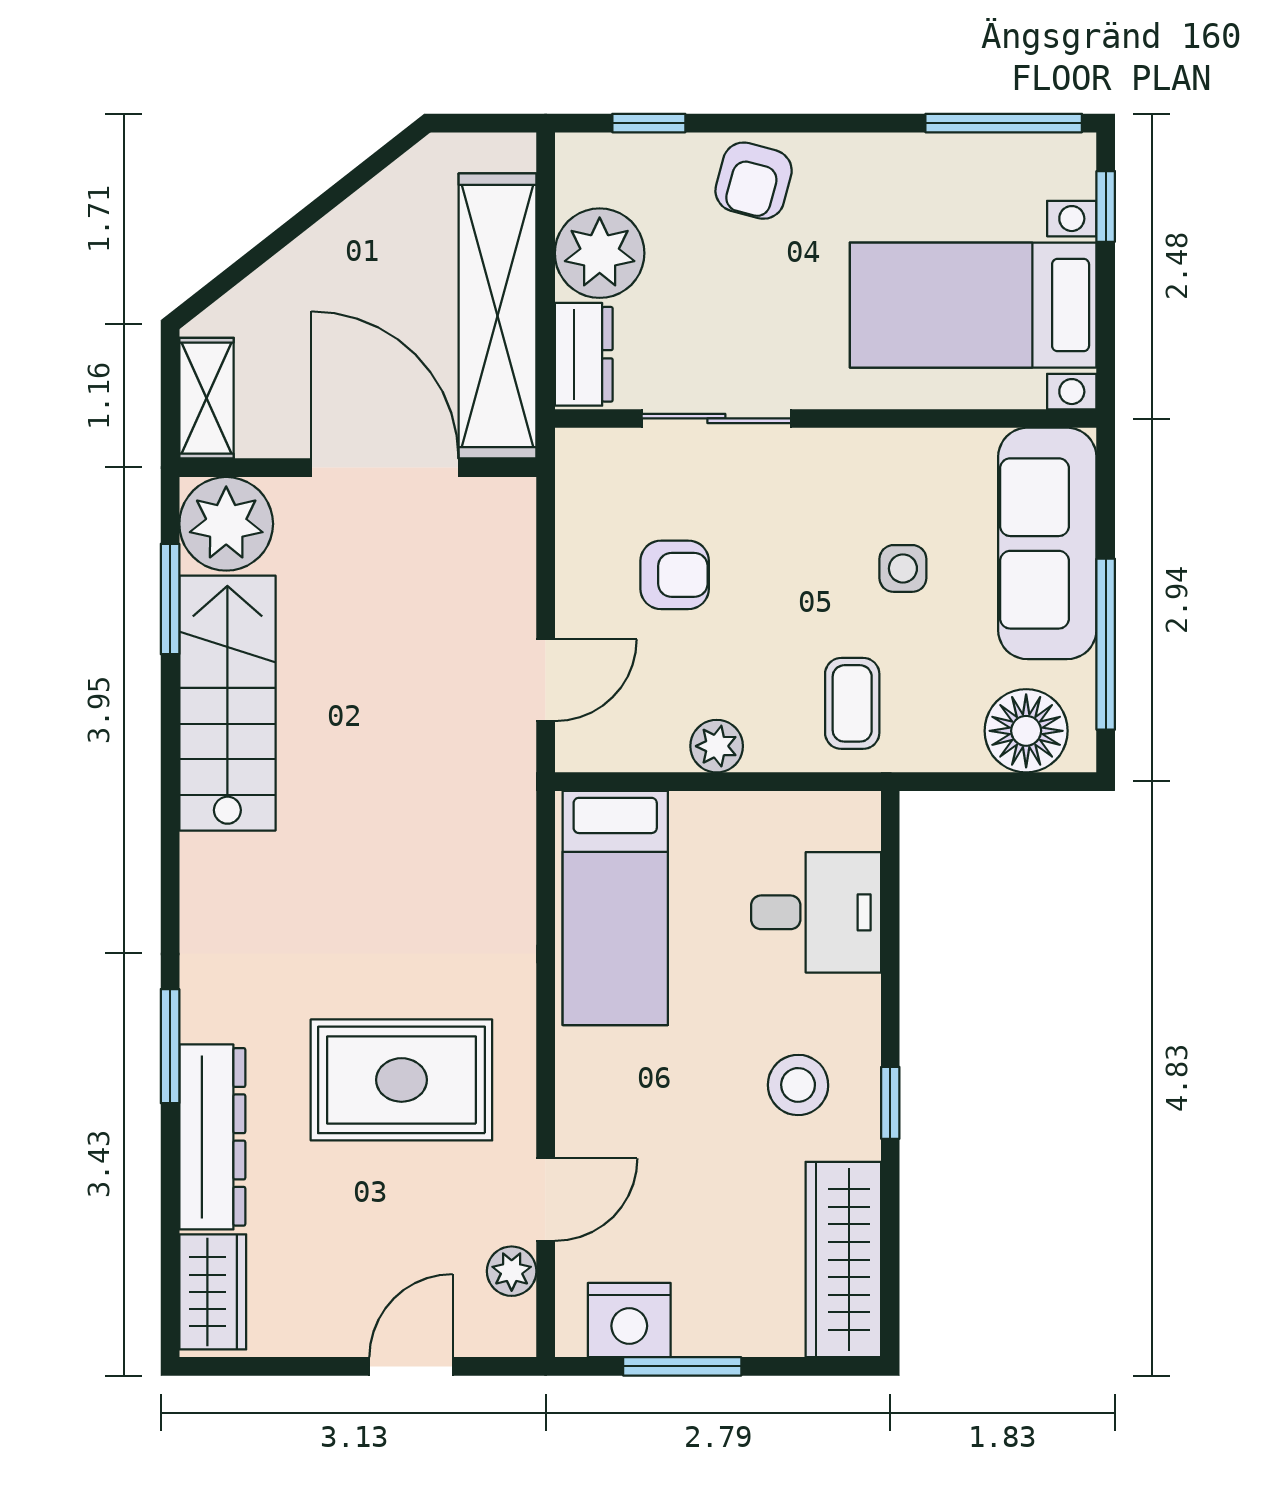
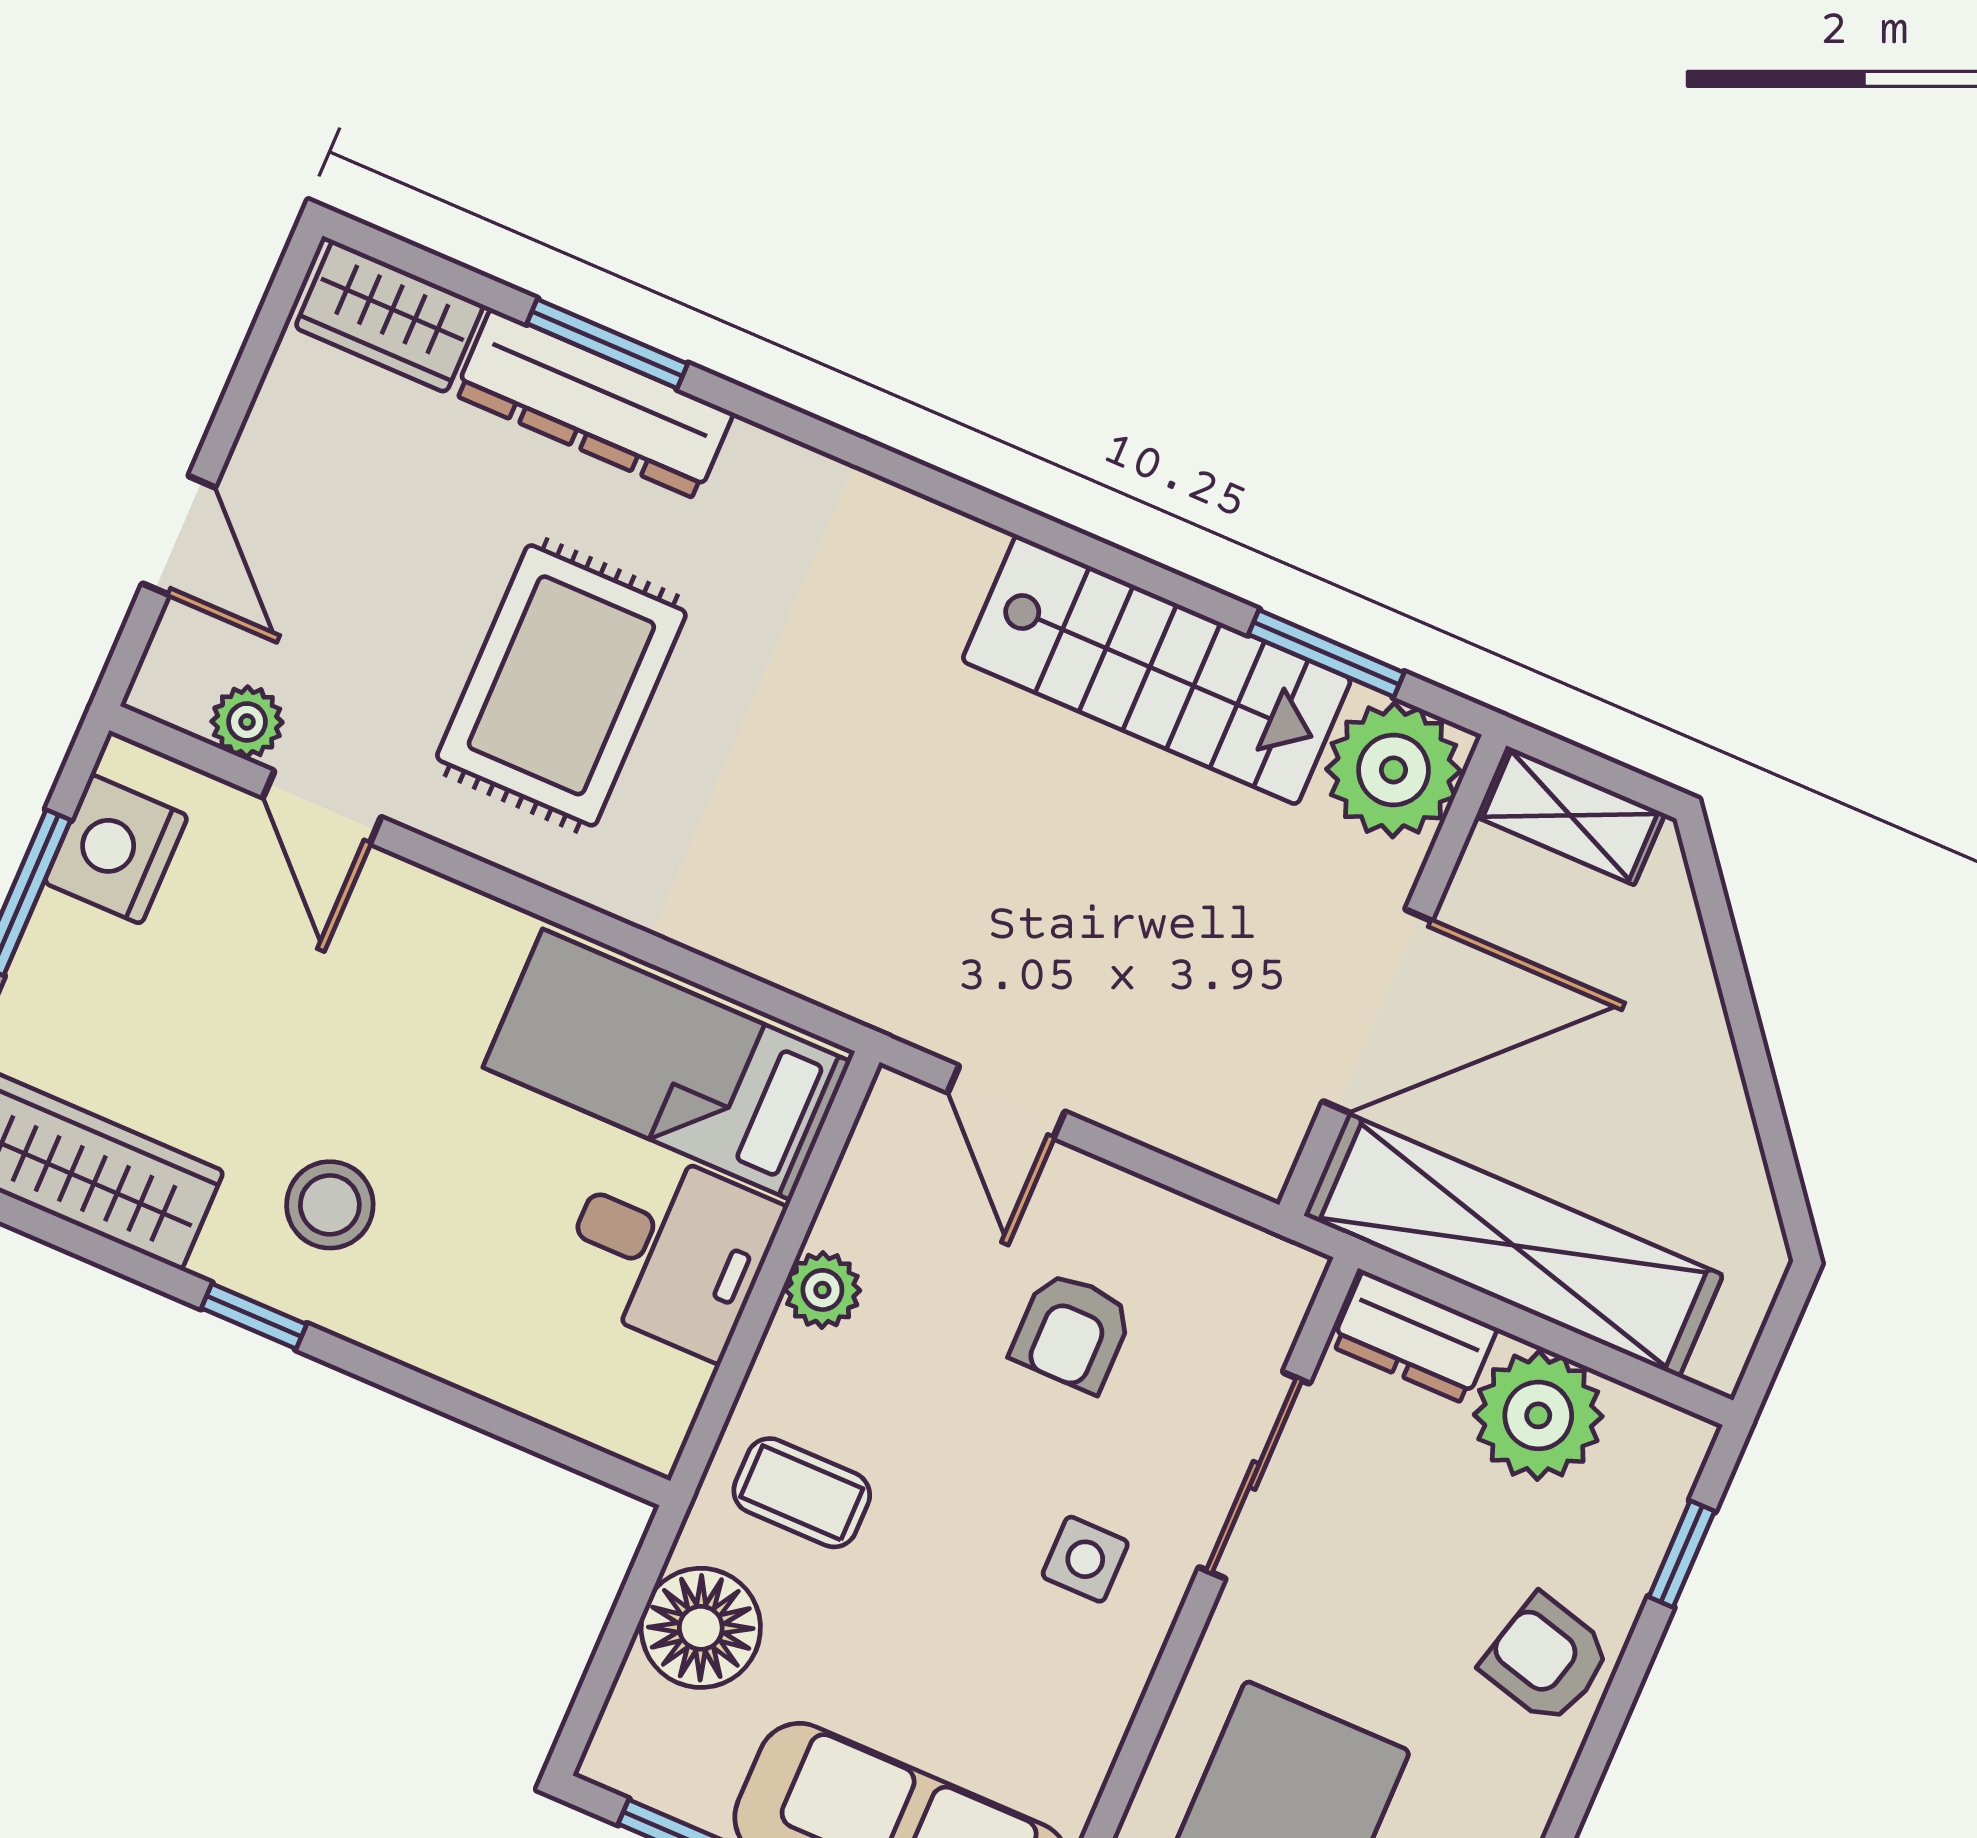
side table: (903, 568) -> (1085, 1559), moved
floor lamp: (1026, 731) -> (701, 1628), moved
desk: (816, 912) -> (669, 1249), moved, turned -90
window: (170, 1046) -> (607, 344), moved

